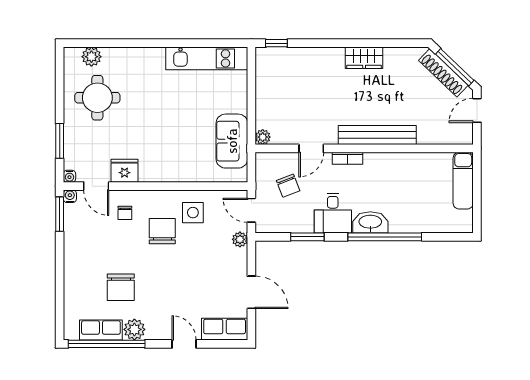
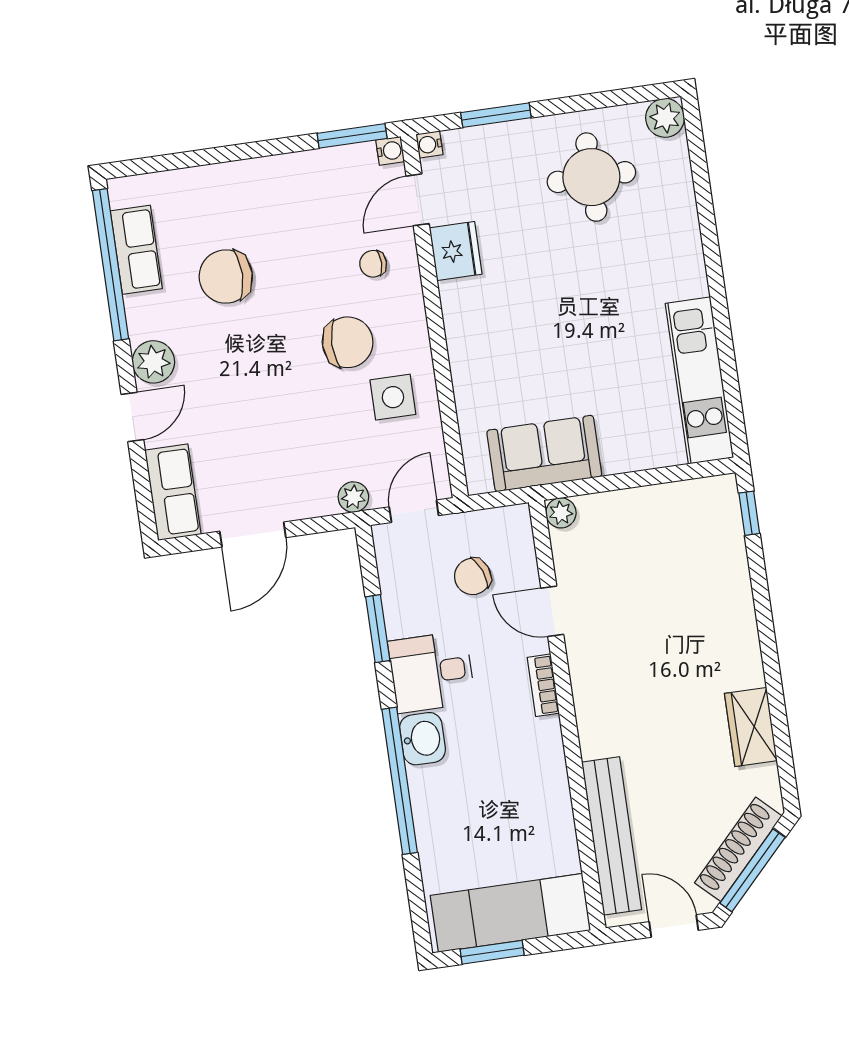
plant: (91, 57) -> (665, 118), moved
wardrobe: (364, 58) -> (751, 727), moved
bench: (377, 135) -> (612, 836), moved
exam couch: (463, 181) -> (510, 913), width x1.36, depth x1.45
window: (477, 203) -> (492, 952), added
washbasin: (370, 222) -> (423, 739), width x0.72
plant: (134, 329) -> (153, 362), moved

